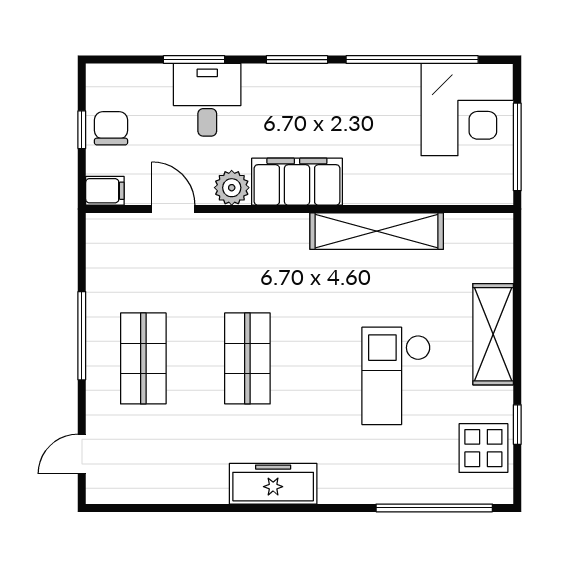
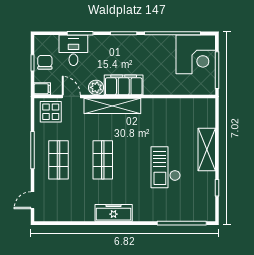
desk: (207, 100) -> (73, 50), moved
shelving: (377, 231) -> (112, 106), moved
display table: (483, 448) -> (51, 112), moved

